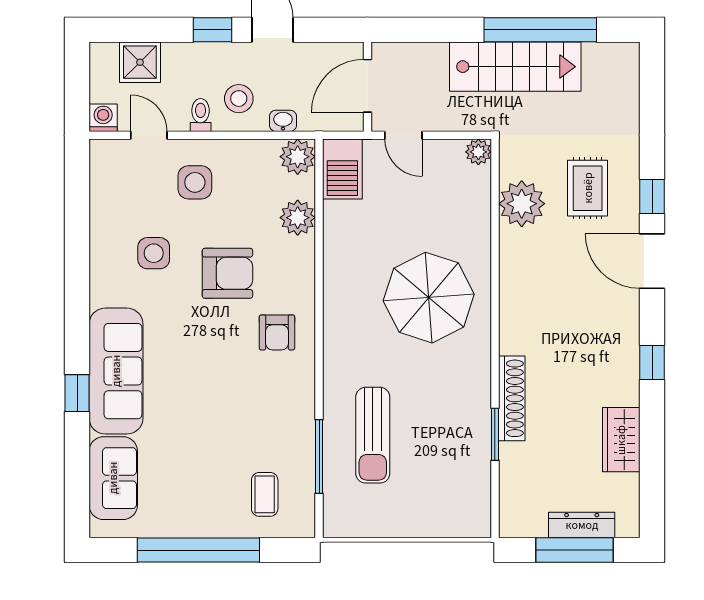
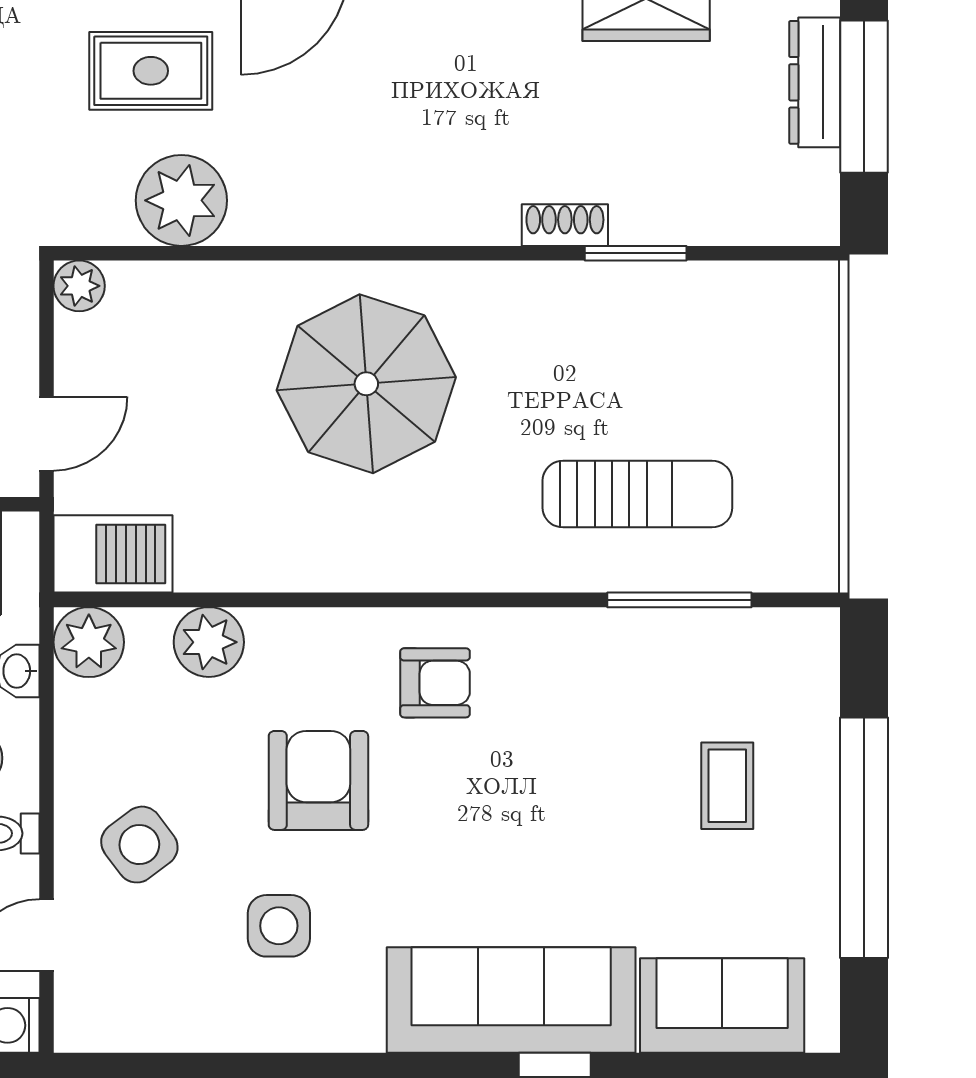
side table: (195, 182) -> (139, 845), turned -37
shoe rack: (512, 398) -> (565, 225), width x0.51, depth x0.81
coffee table: (265, 494) -> (727, 786), moved, turned 90

